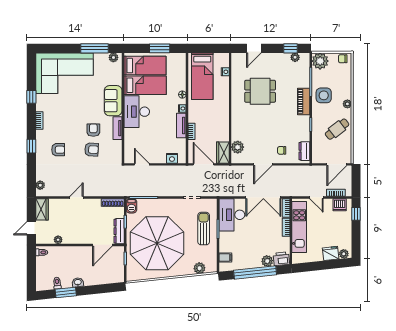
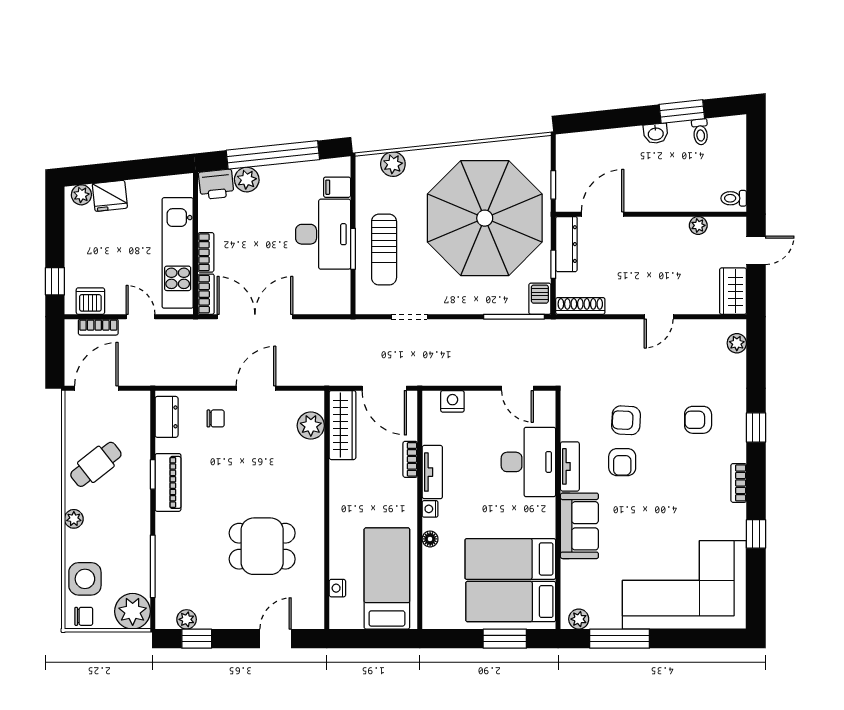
window: (160, 48) -> (505, 639), moved
side table: (324, 95) -> (85, 579), moved
piano: (304, 101) -> (168, 482), moved
desk: (137, 112) -> (528, 462), moved
wardrobe: (223, 153) -> (342, 425), width x1.50
desk: (232, 215) -> (323, 234), moved

